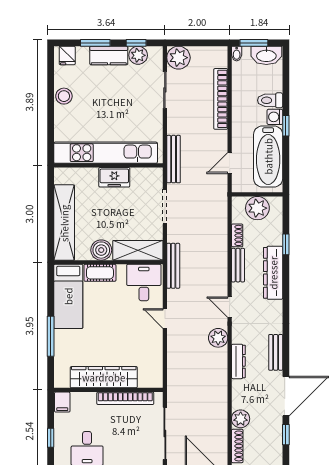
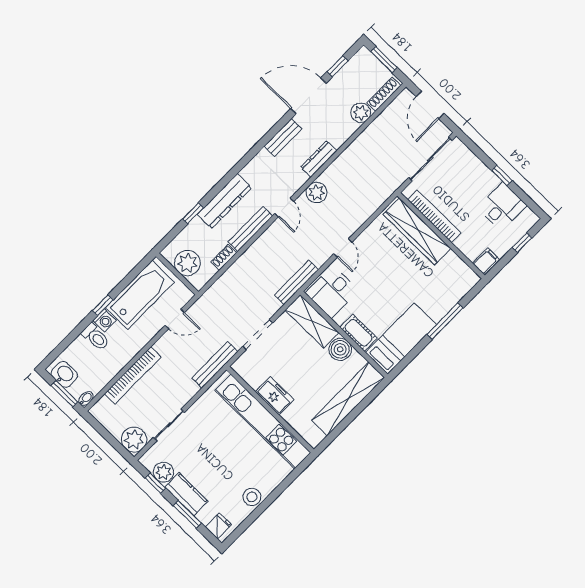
washbasin: (266, 55) -> (64, 374), width x0.72
bench: (238, 265) -> (250, 229), width x1.36
wardrobe: (104, 377) -> (417, 231), moved

